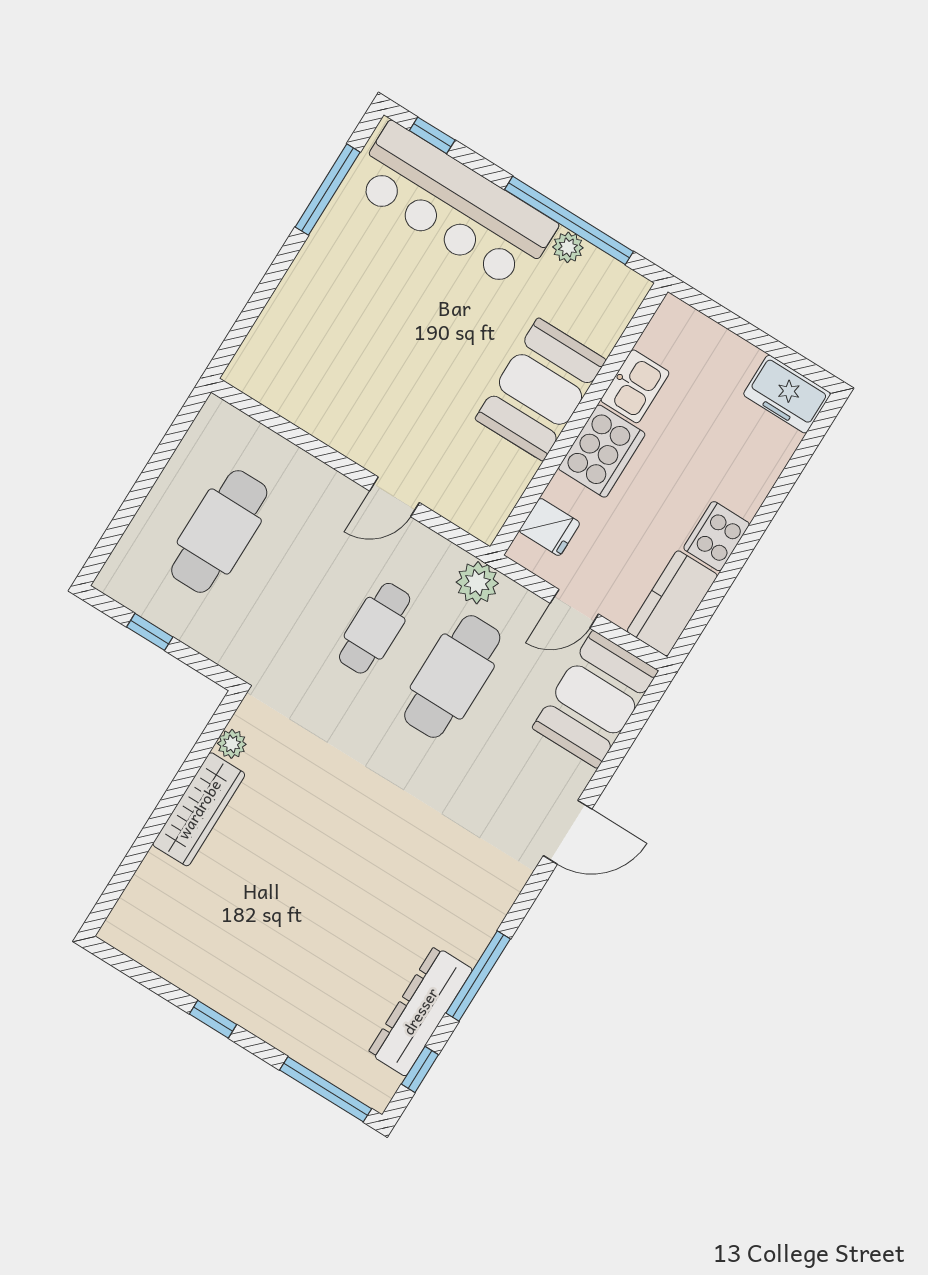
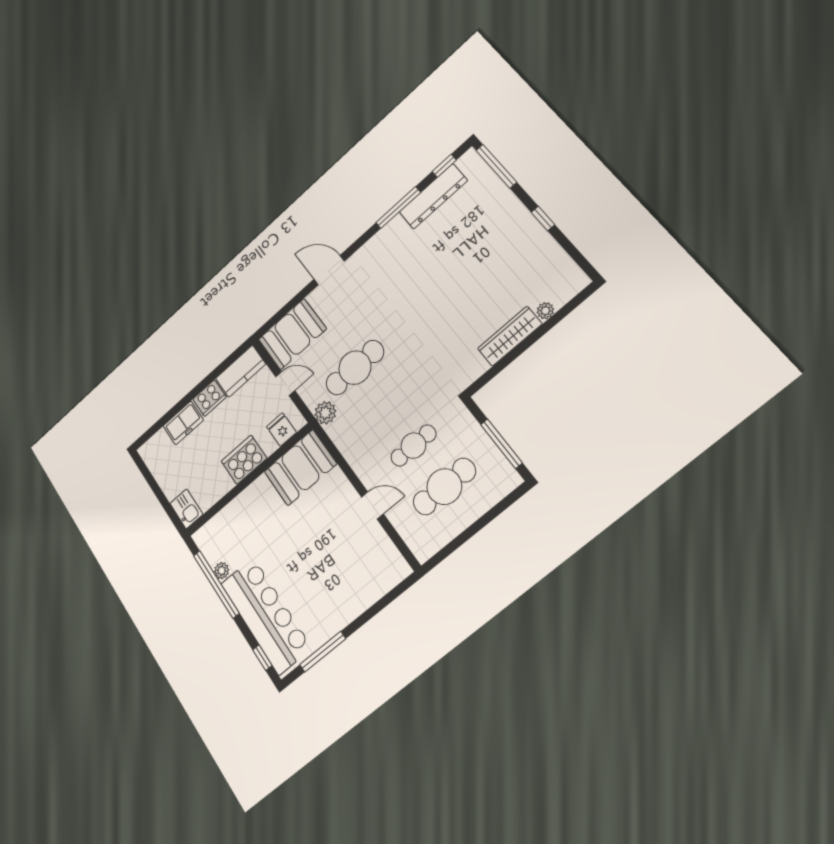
kitchen sink: (635, 386) -> (186, 509), moved, turned 90
booth: (540, 389) -> (300, 468), moved
freezer: (787, 394) -> (183, 423), moved, turned 90
door: (394, 497) -> (372, 505), moved
cafe table: (375, 628) -> (413, 446), moved
window: (150, 632) -> (501, 444), width x2.17
plant: (232, 744) -> (545, 311), moved

